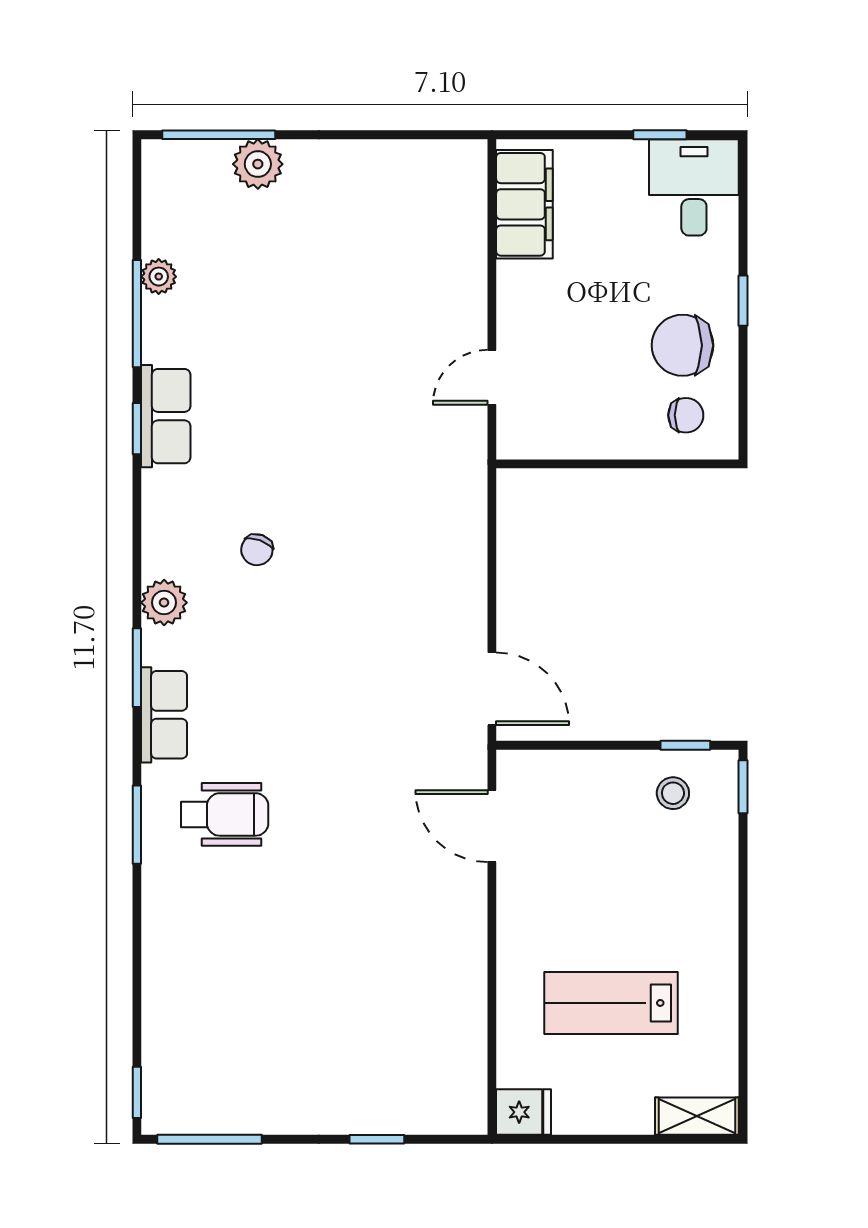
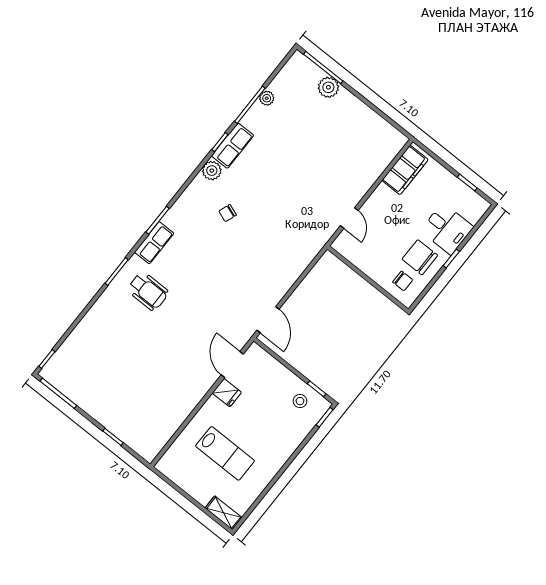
desk: (694, 187) -> (447, 229), moved, turned 90
door: (492, 377) -> (349, 218), swing flipped
plant: (164, 603) -> (212, 171), moved
lab bench: (611, 1003) -> (225, 453), turned 180
fridge: (524, 1112) -> (227, 393), moved

